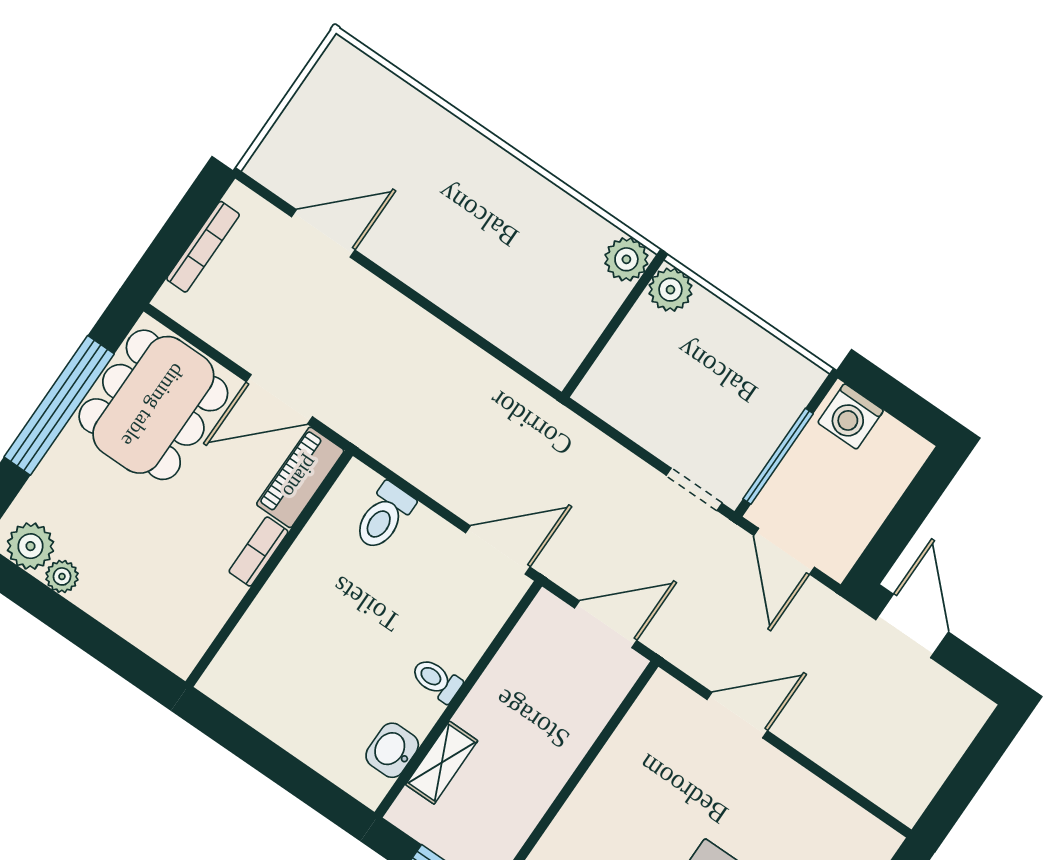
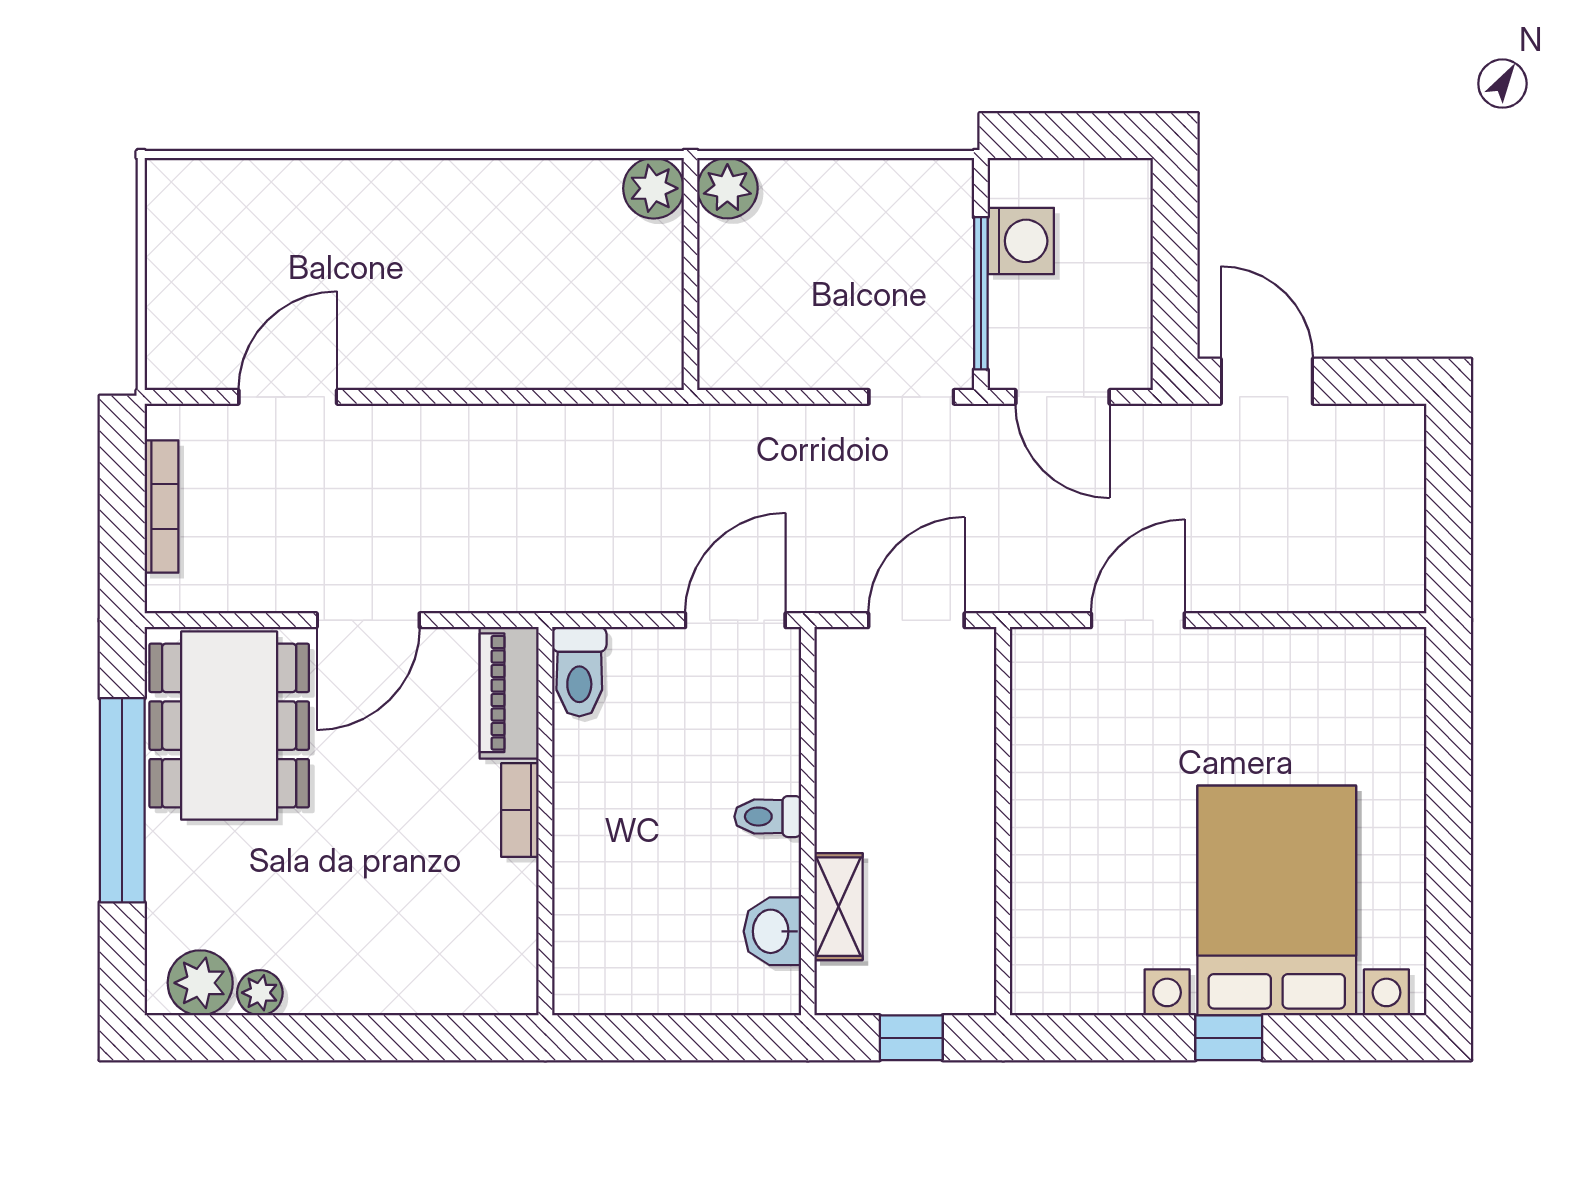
washing machine: (851, 416) -> (1021, 241), moved, turned -90
piano: (300, 477) -> (509, 693), moved
bookcase: (258, 552) -> (520, 810), moved
wall: (269, 569) -> (545, 821), moved

